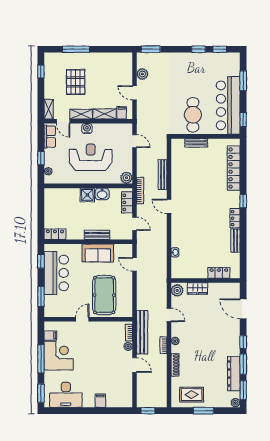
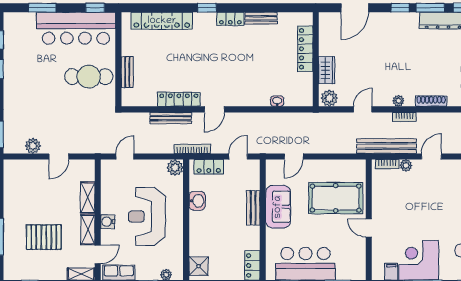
filing cabinet: (122, 113) -> (86, 174), removed
locker: (176, 181) -> (179, 99), added
shower: (87, 195) -> (199, 266), moved
locker: (219, 273) -> (305, 49), width x1.53

